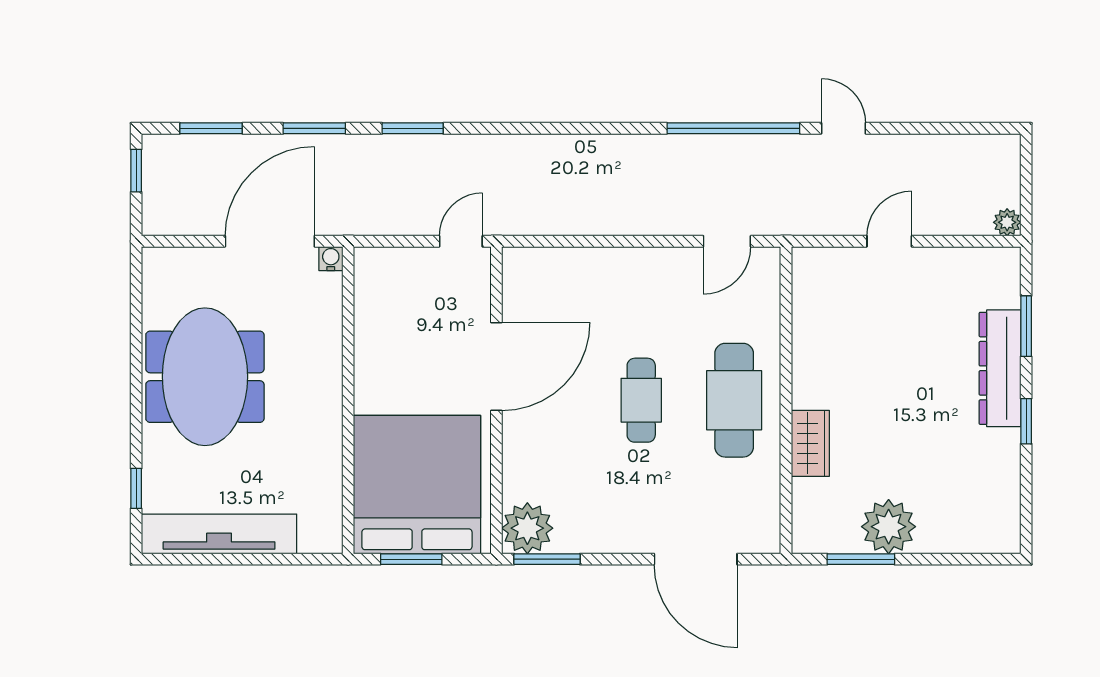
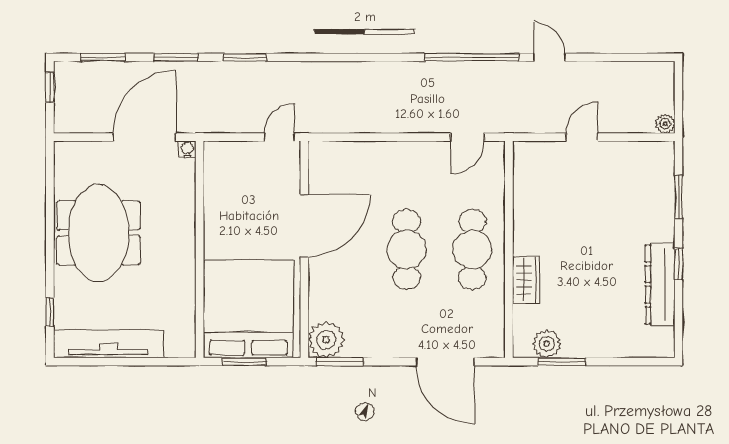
dresser: (1000, 368) -> (660, 284), moved
cafe table: (641, 400) -> (407, 249), width x1.37, depth x1.35
plant: (889, 527) -> (547, 344), moved, width x0.73, depth x0.73

